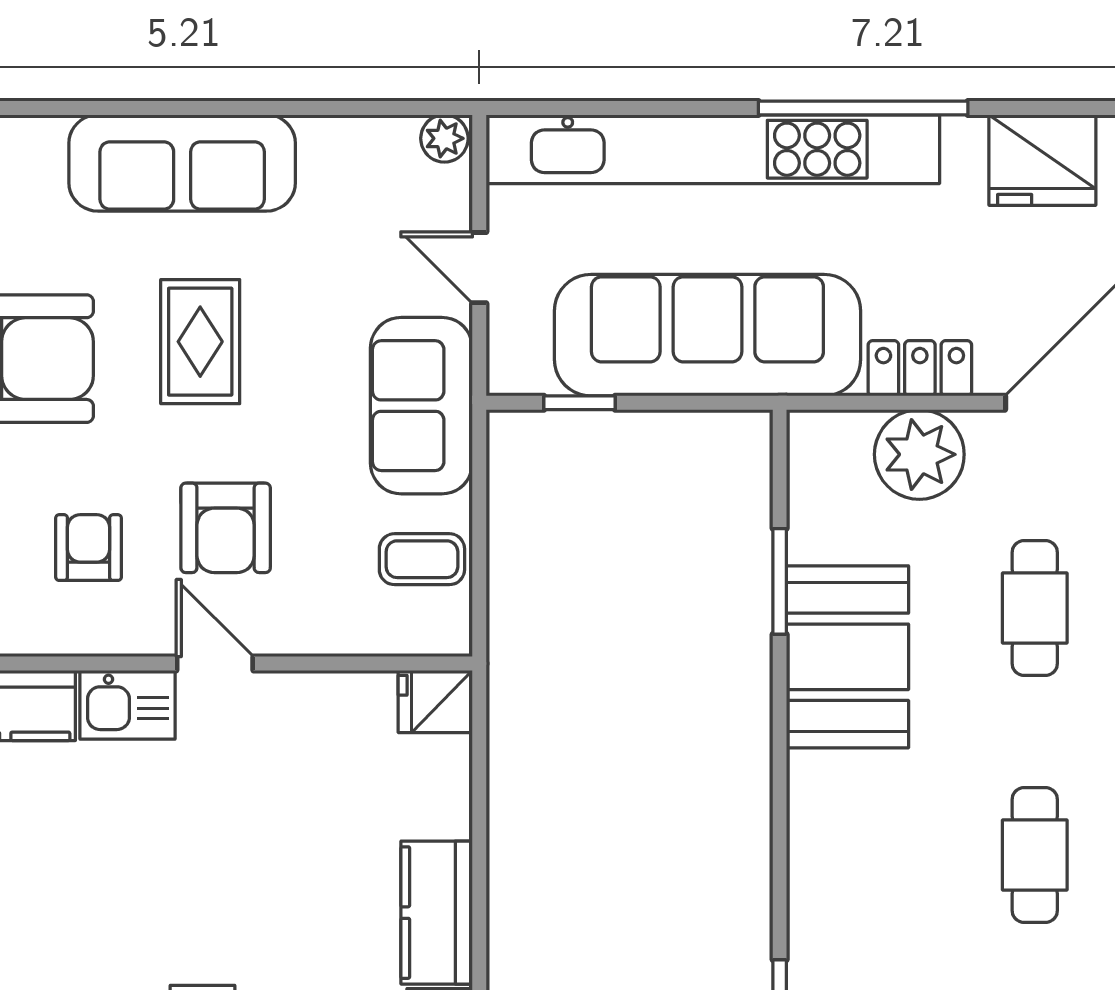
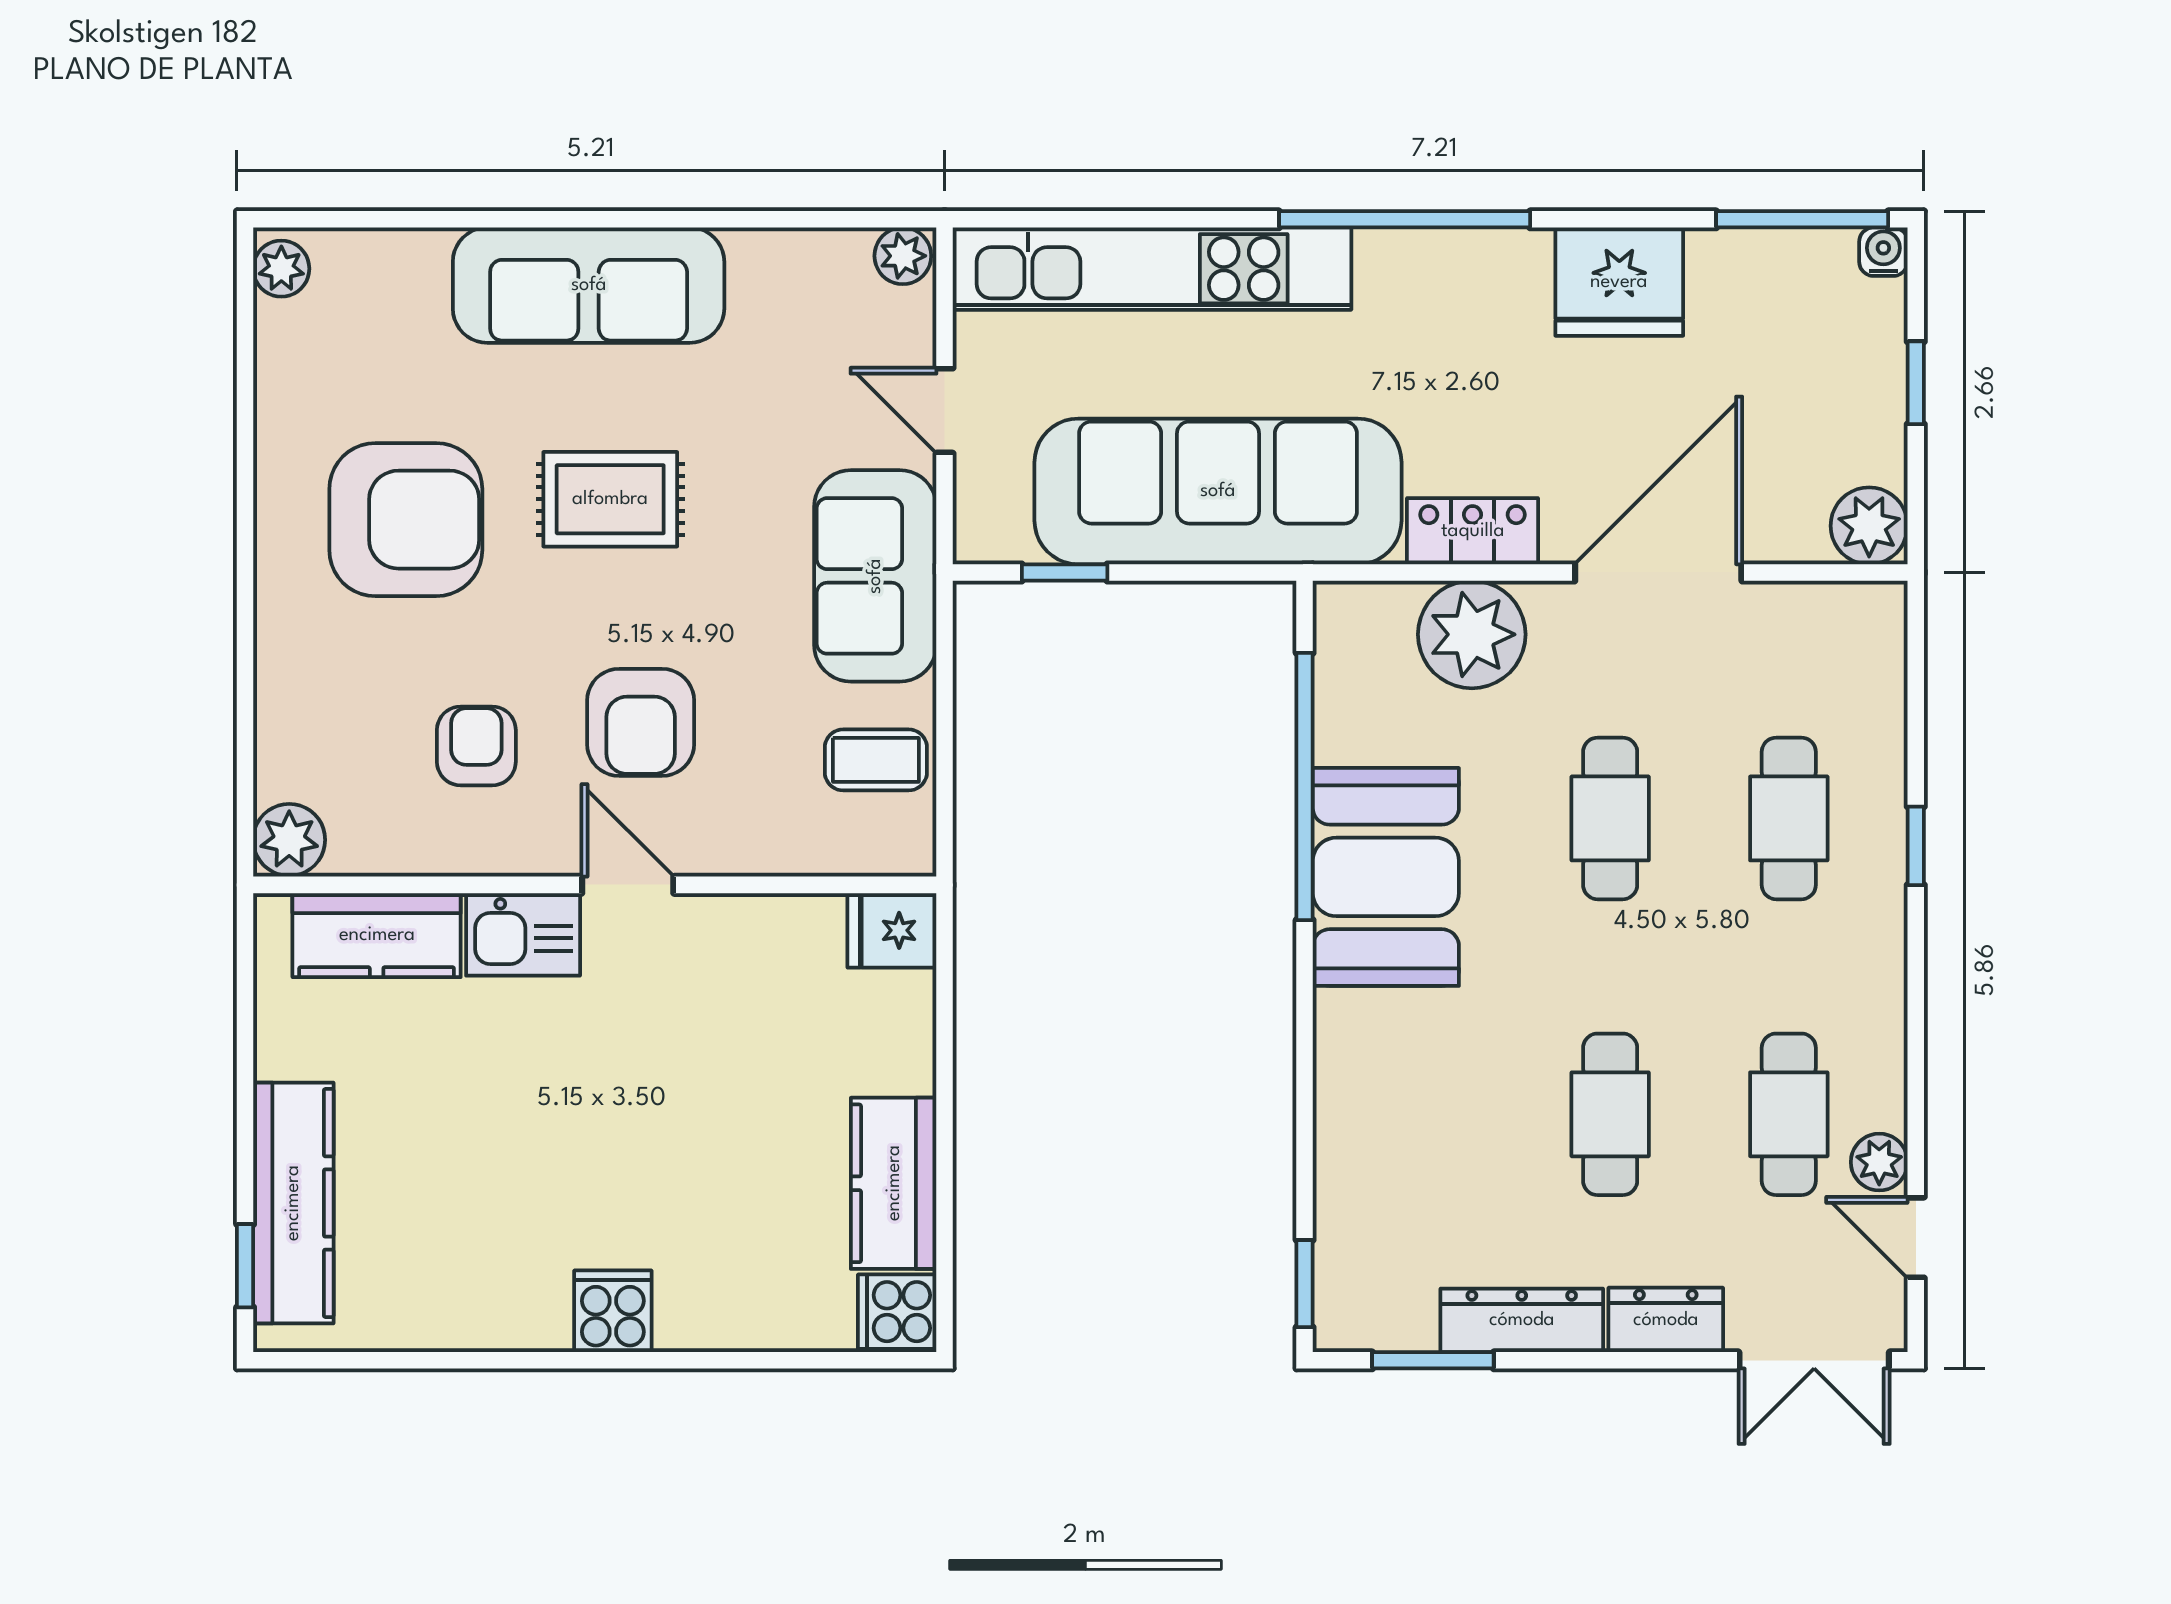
kitchen unit: (713, 149) -> (1152, 269), width x0.73
rug: (200, 342) -> (610, 499), turned 90
window: (780, 581) -> (1305, 787), width x2.11

